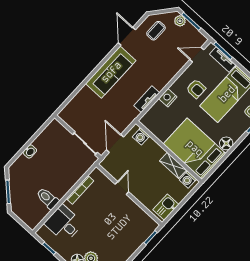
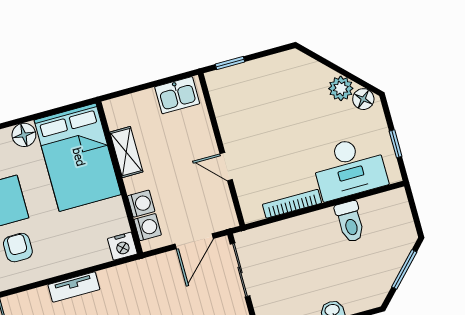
nightstand: (168, 98) -> (122, 246), moved
tv unit: (147, 99) -> (74, 287), moved
washing machine: (188, 180) -> (141, 204), moved
door: (122, 188) -> (226, 167), hinge flipped
desk: (64, 224) -> (349, 168), width x1.37

